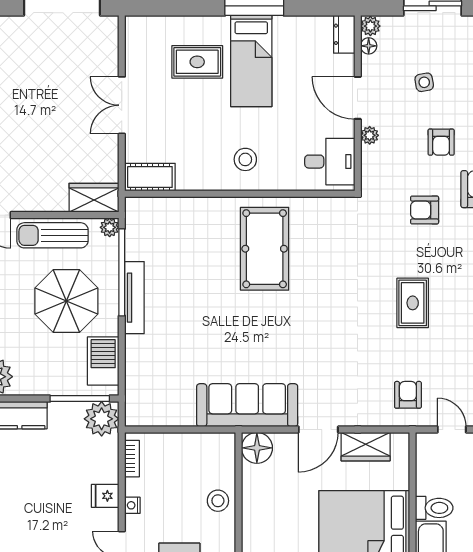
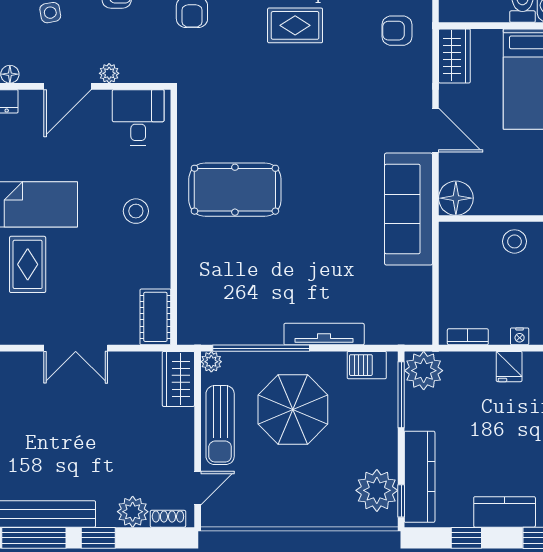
tv unit: (134, 298) -> (324, 334), moved
barbecue: (103, 361) -> (367, 365), width x0.73, depth x0.79
wardrobe: (366, 447) -> (454, 56), moved

